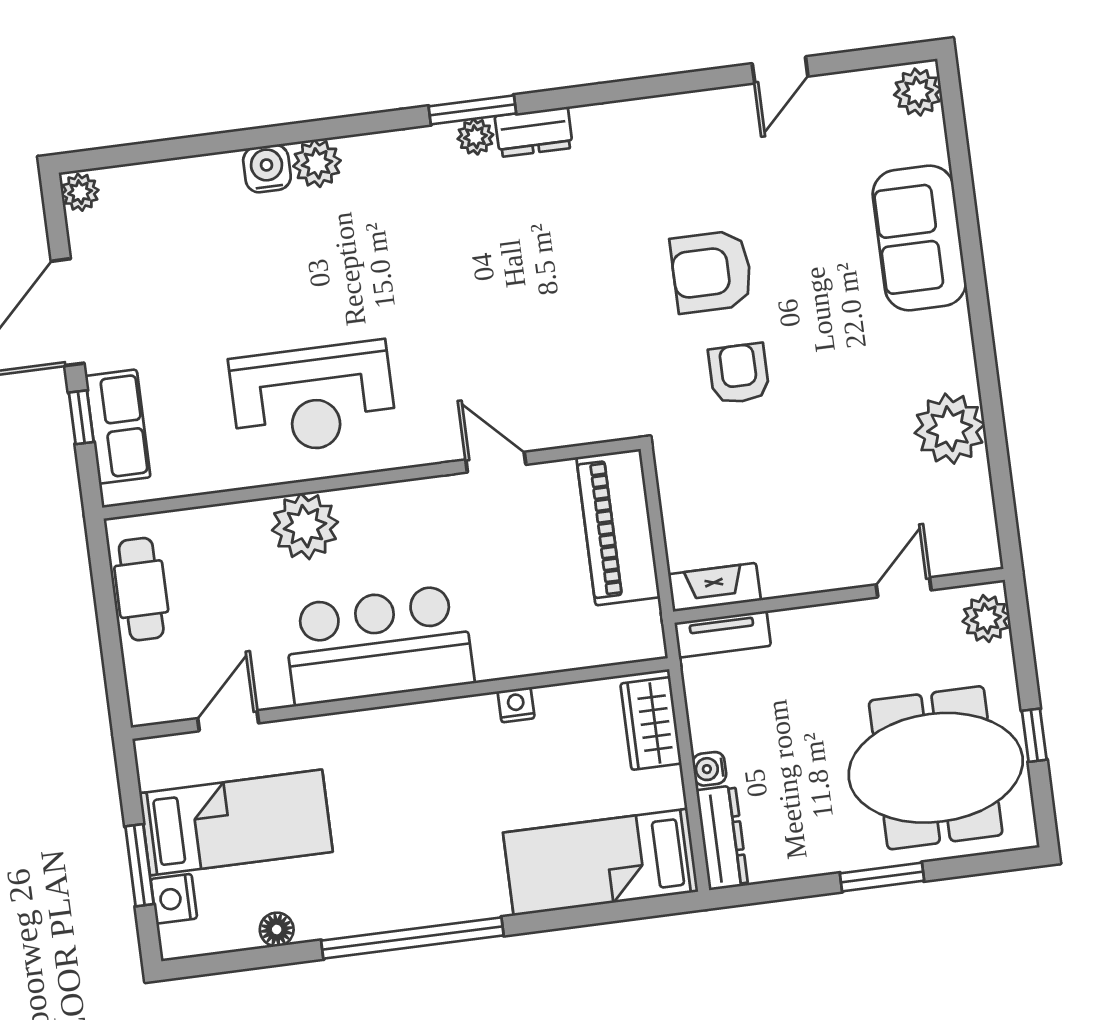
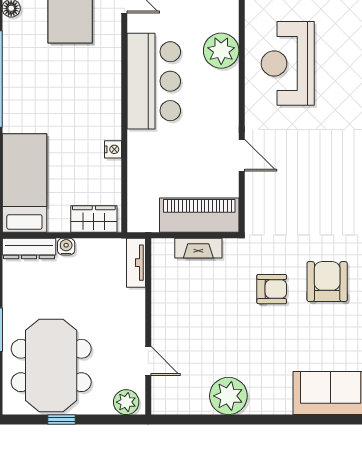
door: (496, 462) -> (242, 155), hinge flipped
fireplace: (714, 587) -> (198, 248), moved, turned 90

